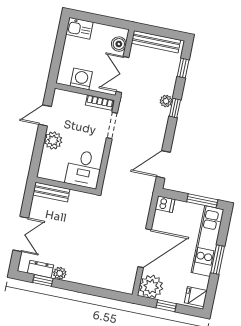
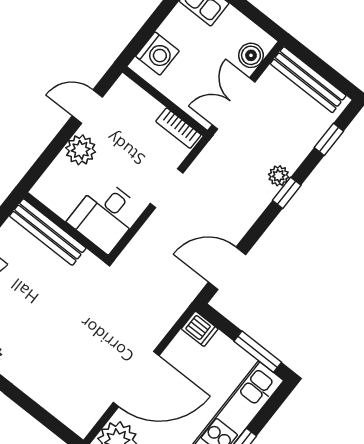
washing machine: (81, 79) -> (157, 54), moved, turned 90
doorway: (112, 125) -> (167, 188), moved
bench: (51, 192) -> (48, 232), width x1.36

